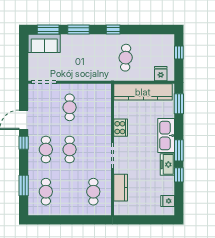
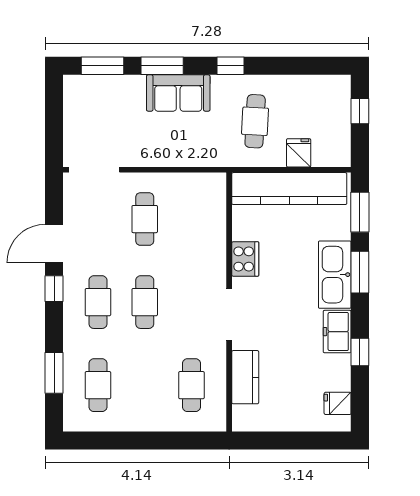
sofa: (44, 43) -> (178, 93), moved
fridge: (161, 74) -> (299, 153), moved
window: (179, 150) -> (360, 272), moved

